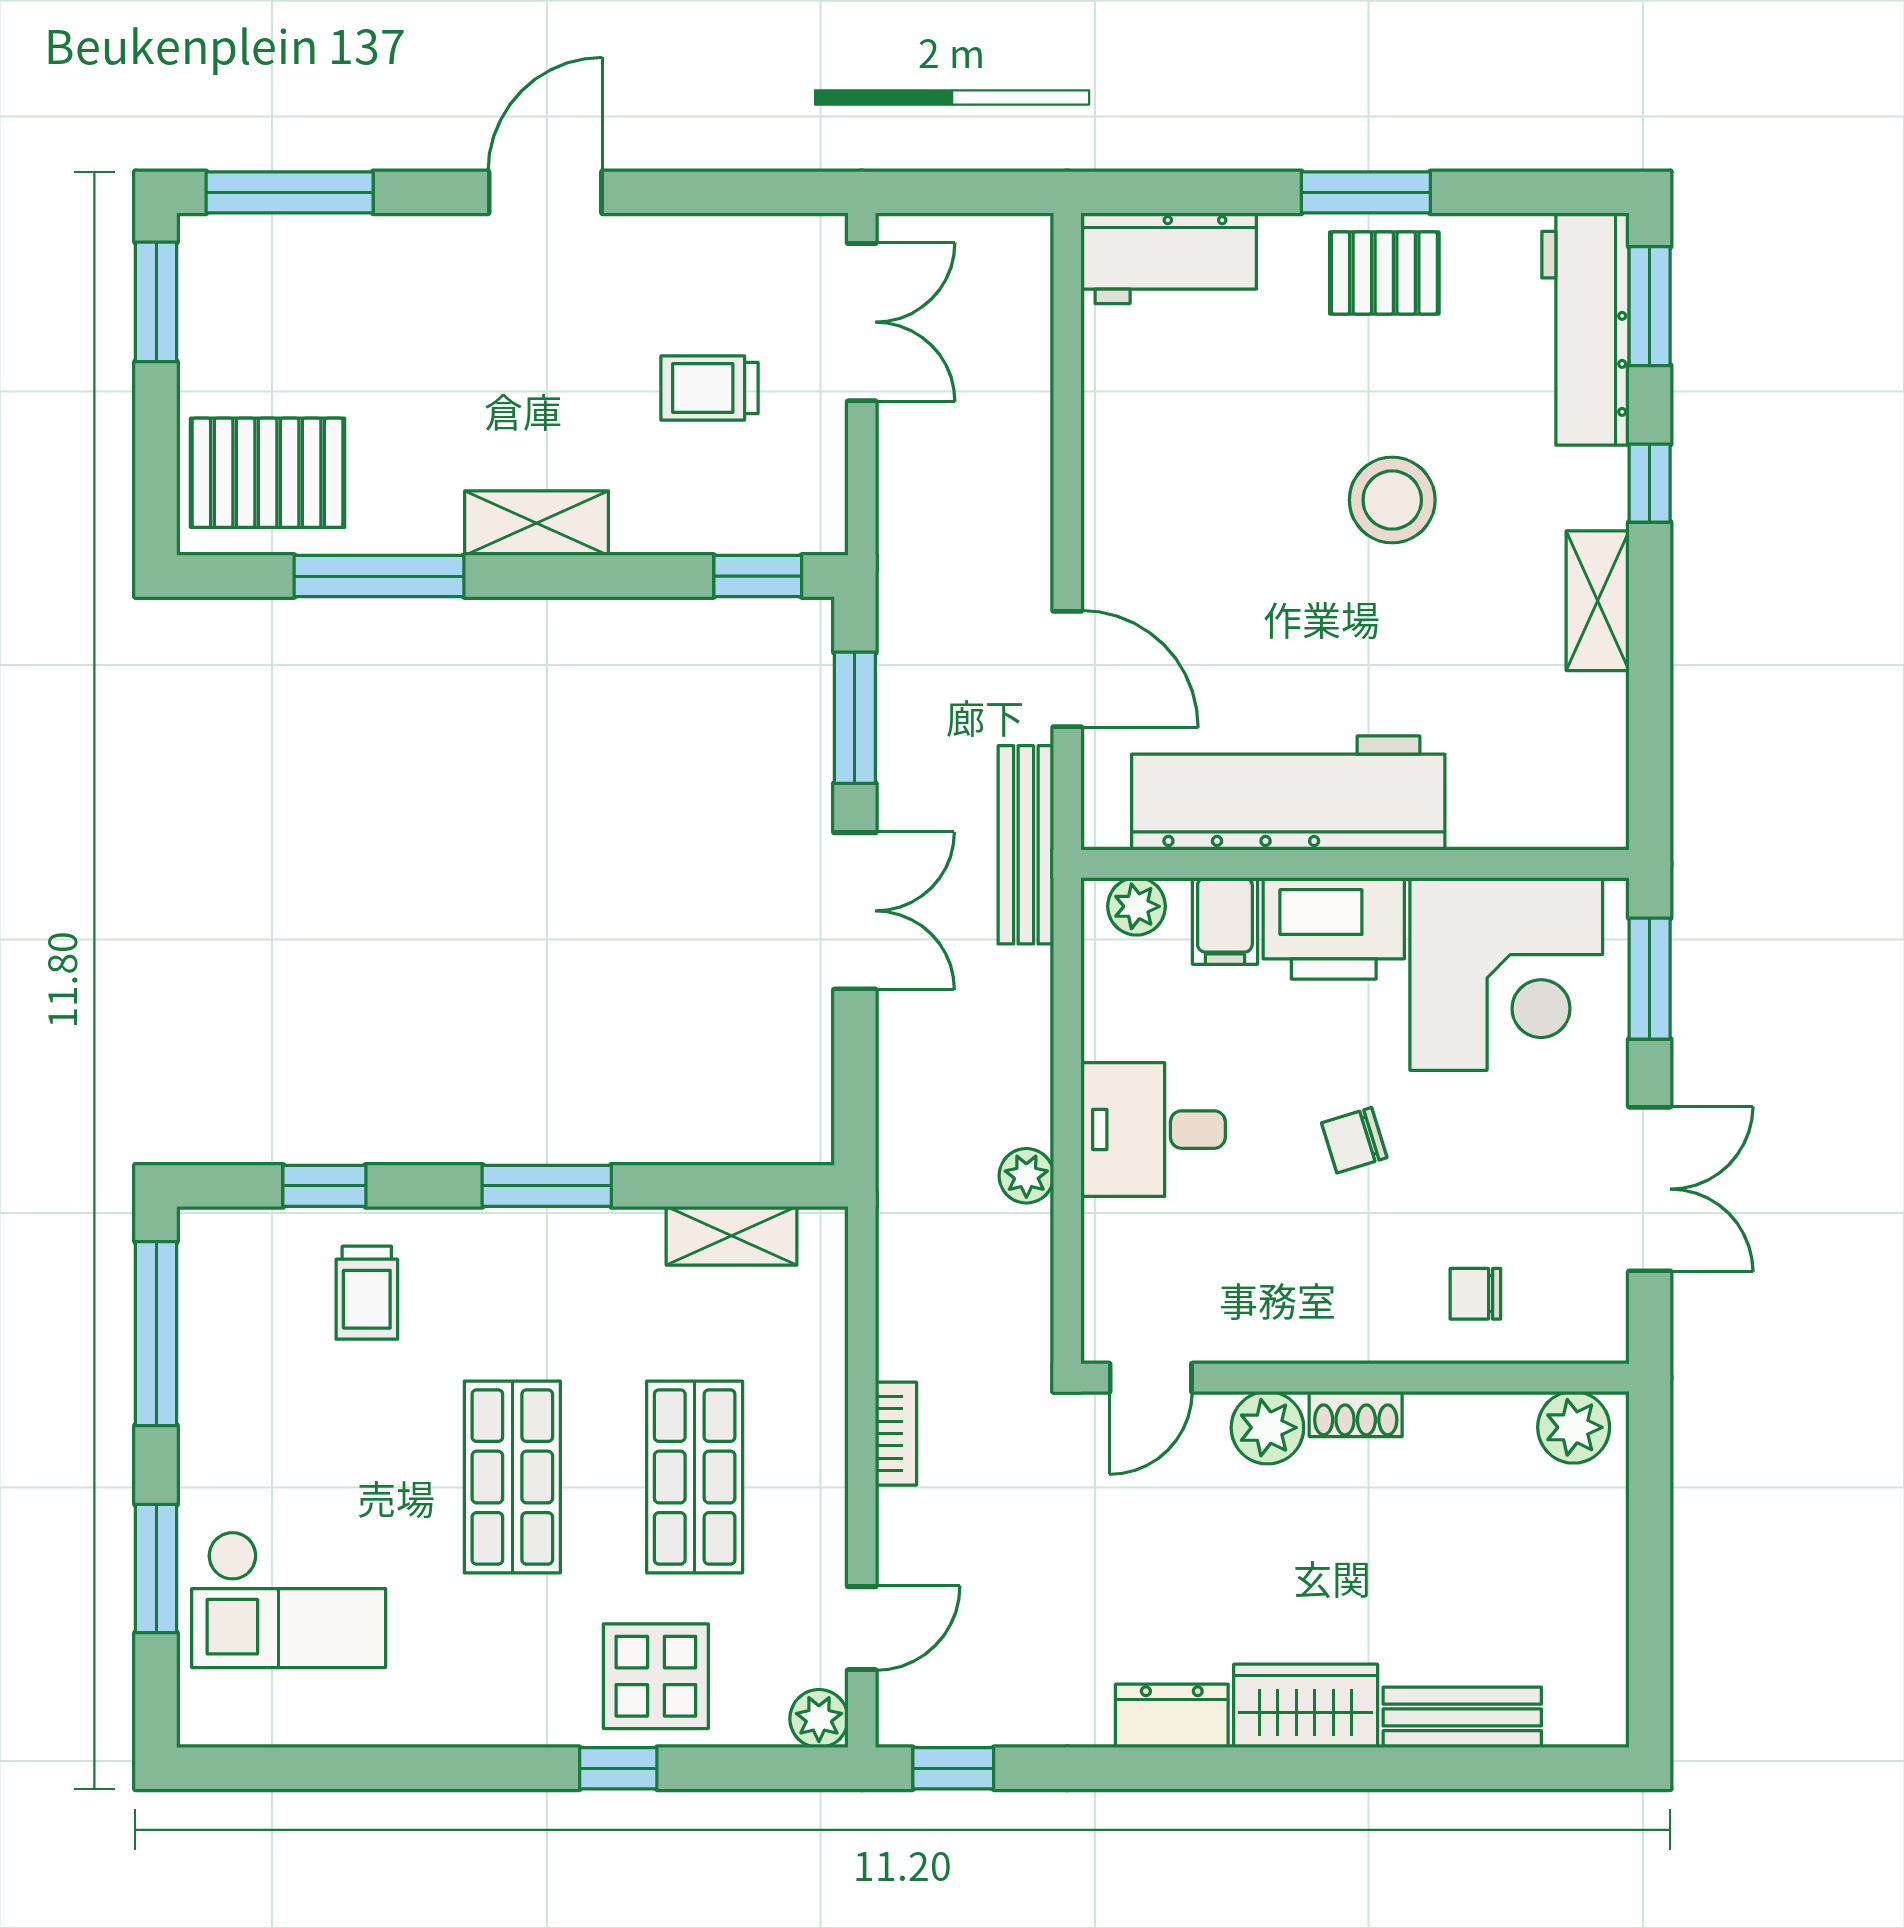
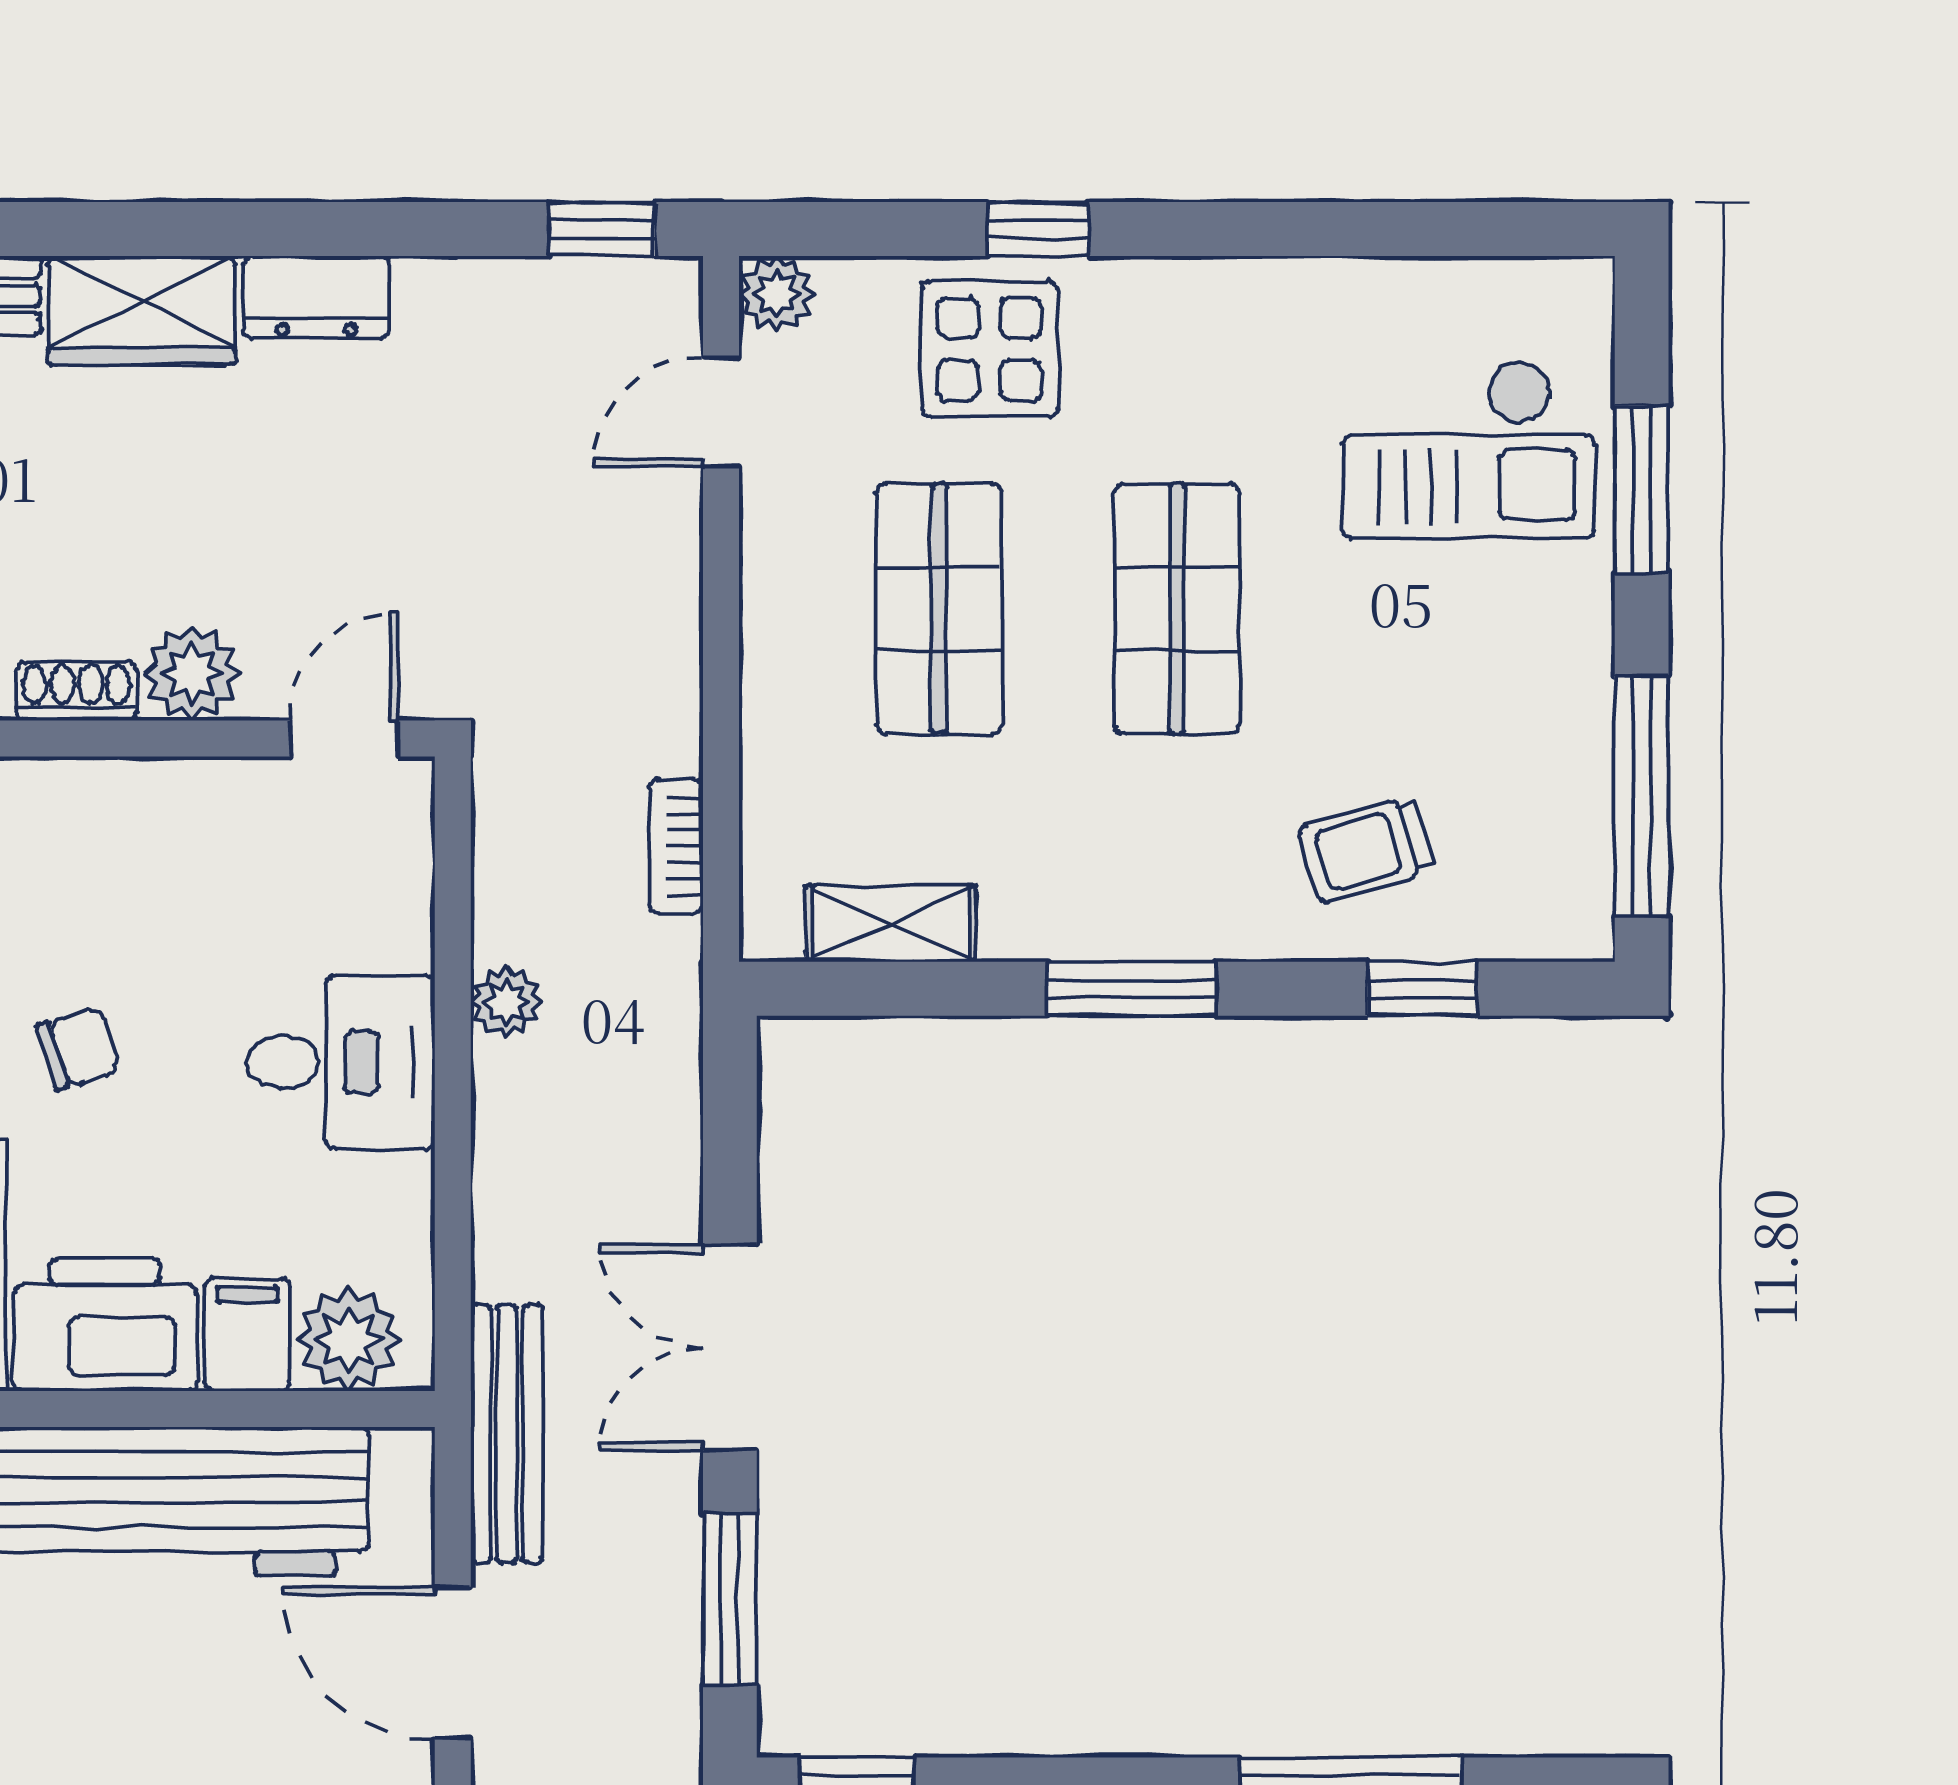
plant: (1136, 906) -> (348, 1339), width x1.38, depth x1.38
trolley: (367, 1293) -> (1367, 849), turned -106
bookcase: (896, 1434) -> (676, 846), moved
checkout: (289, 1599) -> (1469, 449), turned 180

